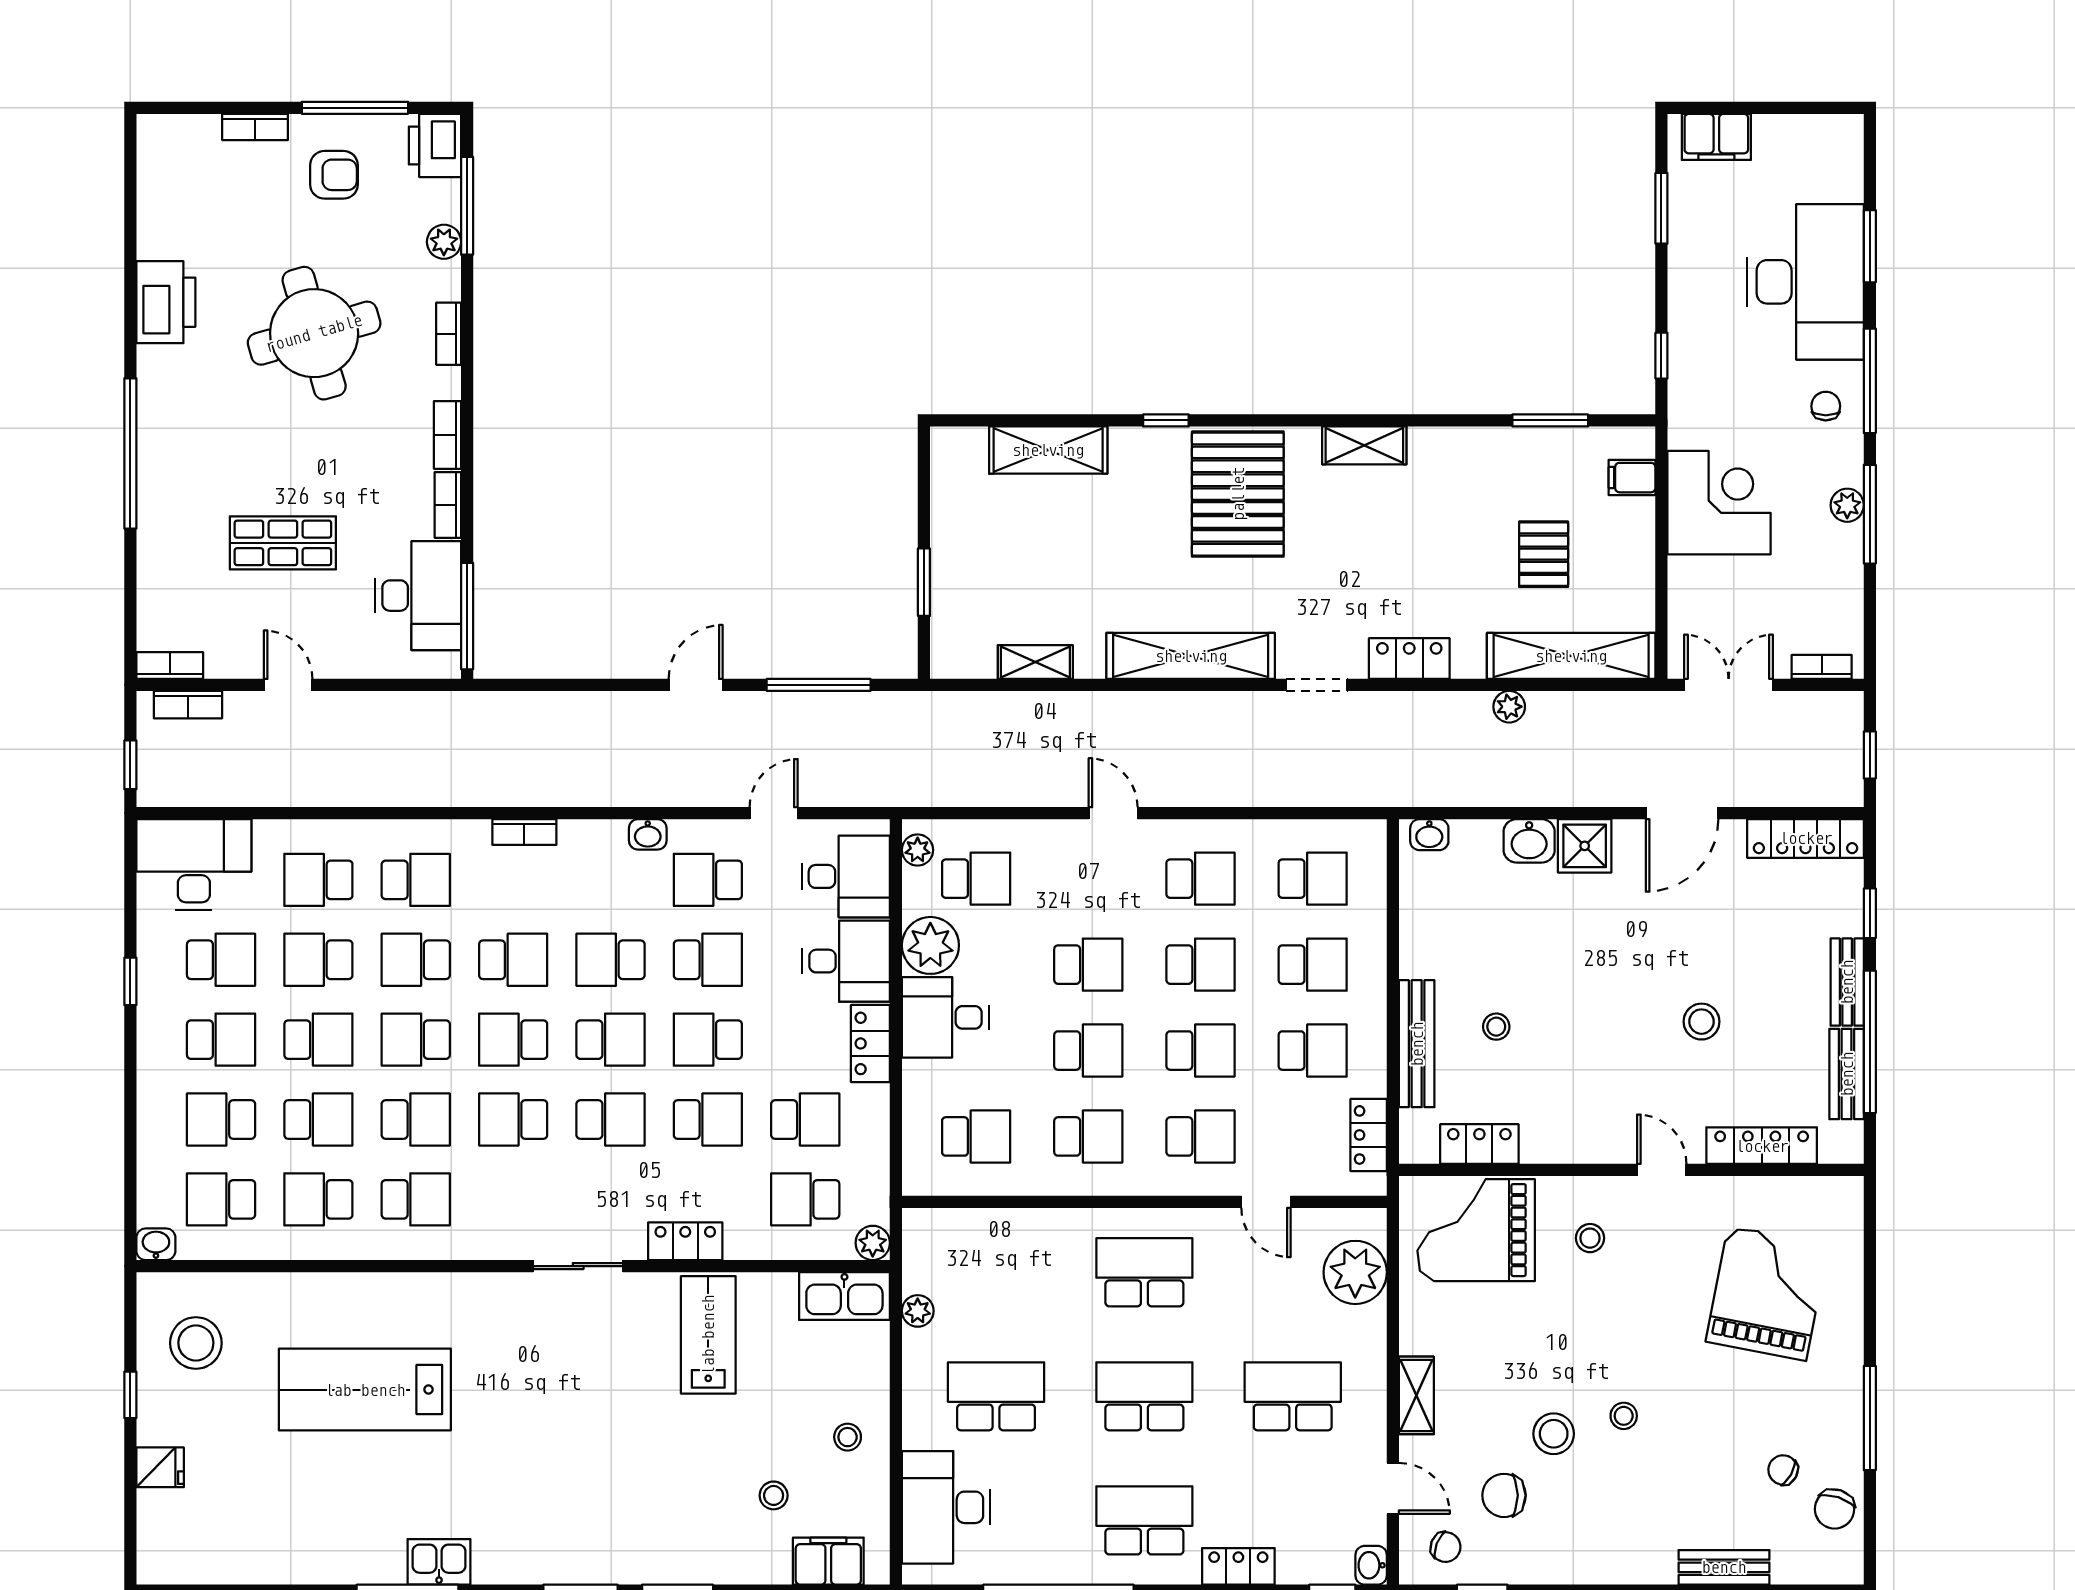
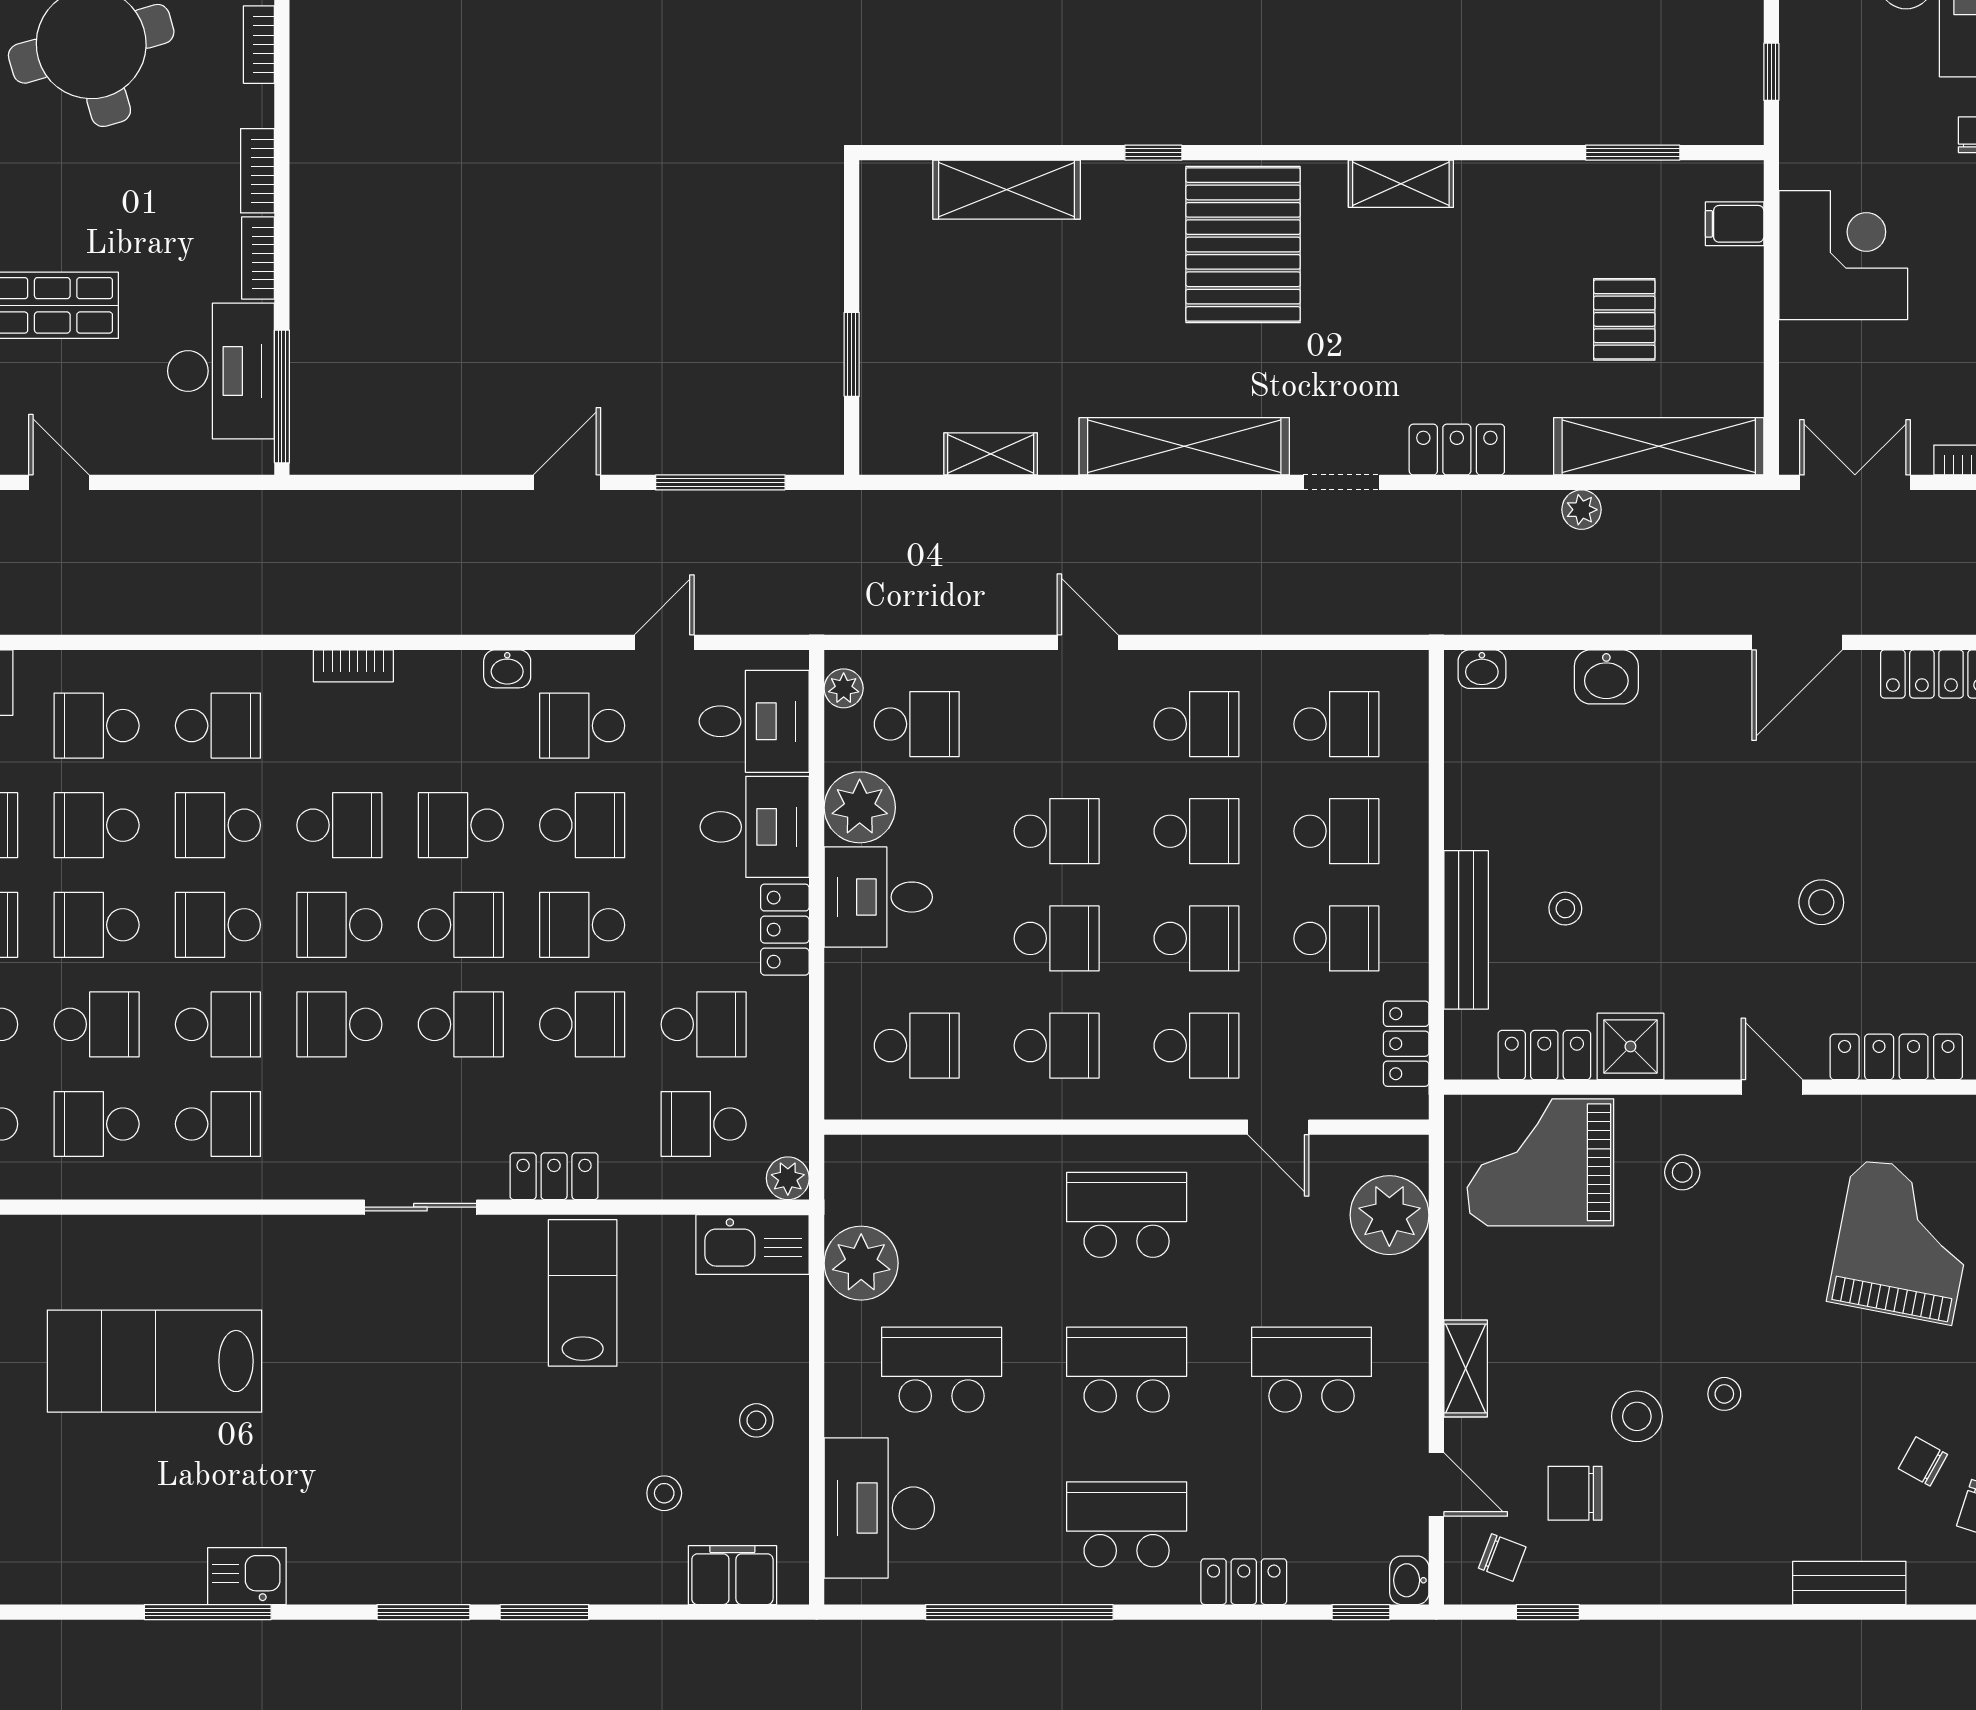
shower: (1585, 846) -> (1630, 1046), moved
school desk: (318, 1040) -> (97, 925), turned 180
plant: (918, 1311) -> (861, 1263), width x1.88, depth x1.88

